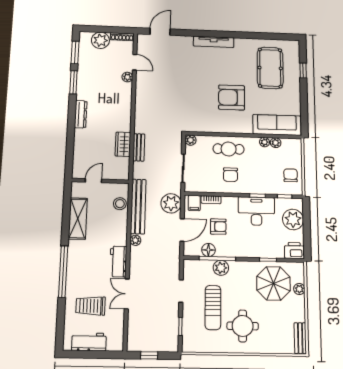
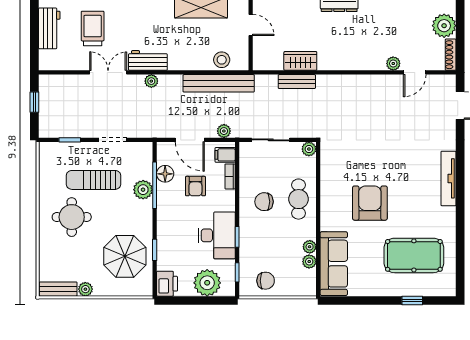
plant: (171, 203) -> (224, 131), width x0.53, depth x0.53
plant: (135, 240) -> (151, 81), moved
plant: (299, 289) -> (85, 289), moved

